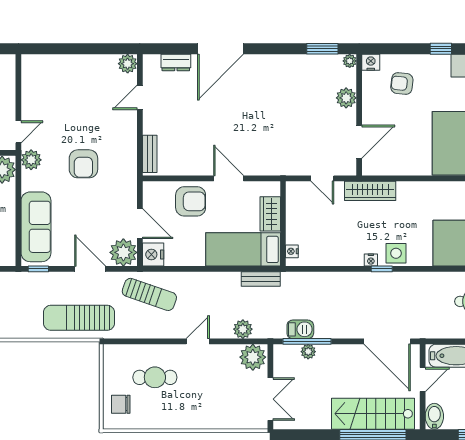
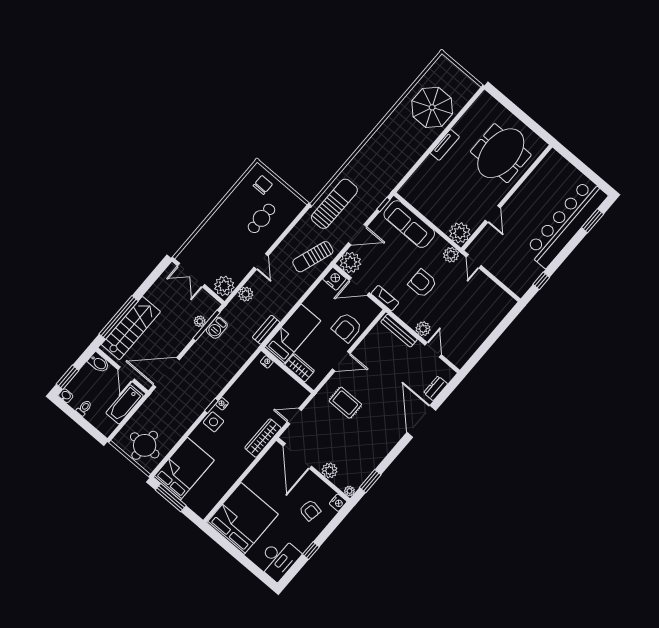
plant: (128, 64) -> (423, 329), moved
armchair: (402, 84) -> (310, 510), turned 94
rug: (266, 139) -> (345, 403), added
door: (359, 142) -> (297, 456), width x1.36
bench: (150, 154) -> (399, 331), width x1.36
fireplace: (130, 188) -> (385, 298), added

